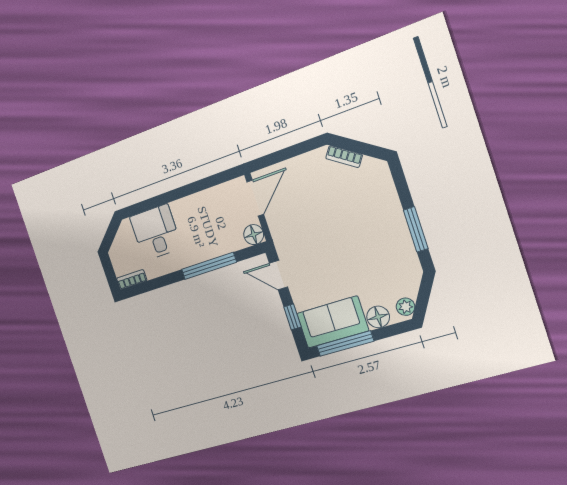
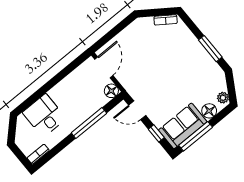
bookcase: (344, 157) -> (166, 20), moved

